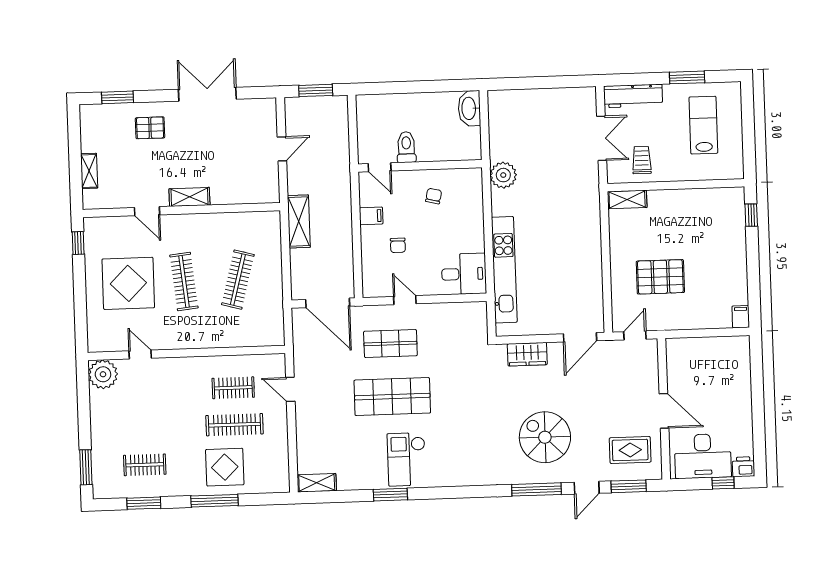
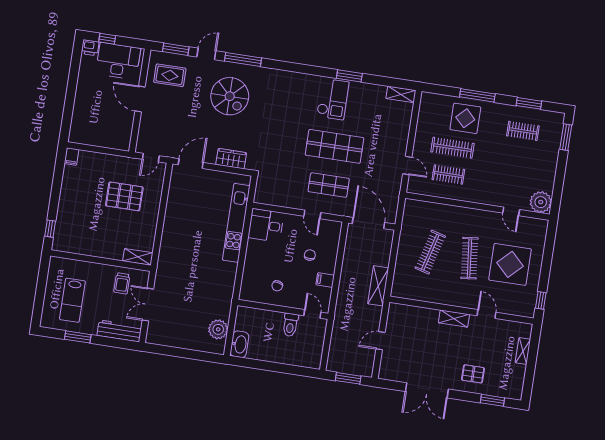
plant: (503, 175) -> (218, 329), moved

